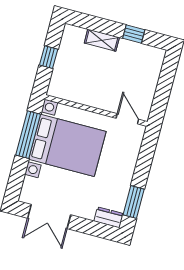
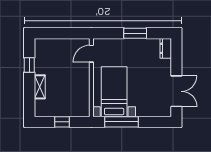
bed with nightstands: (67, 145) -> (114, 92), width x0.73
window: (134, 202) -> (135, 33), moved

